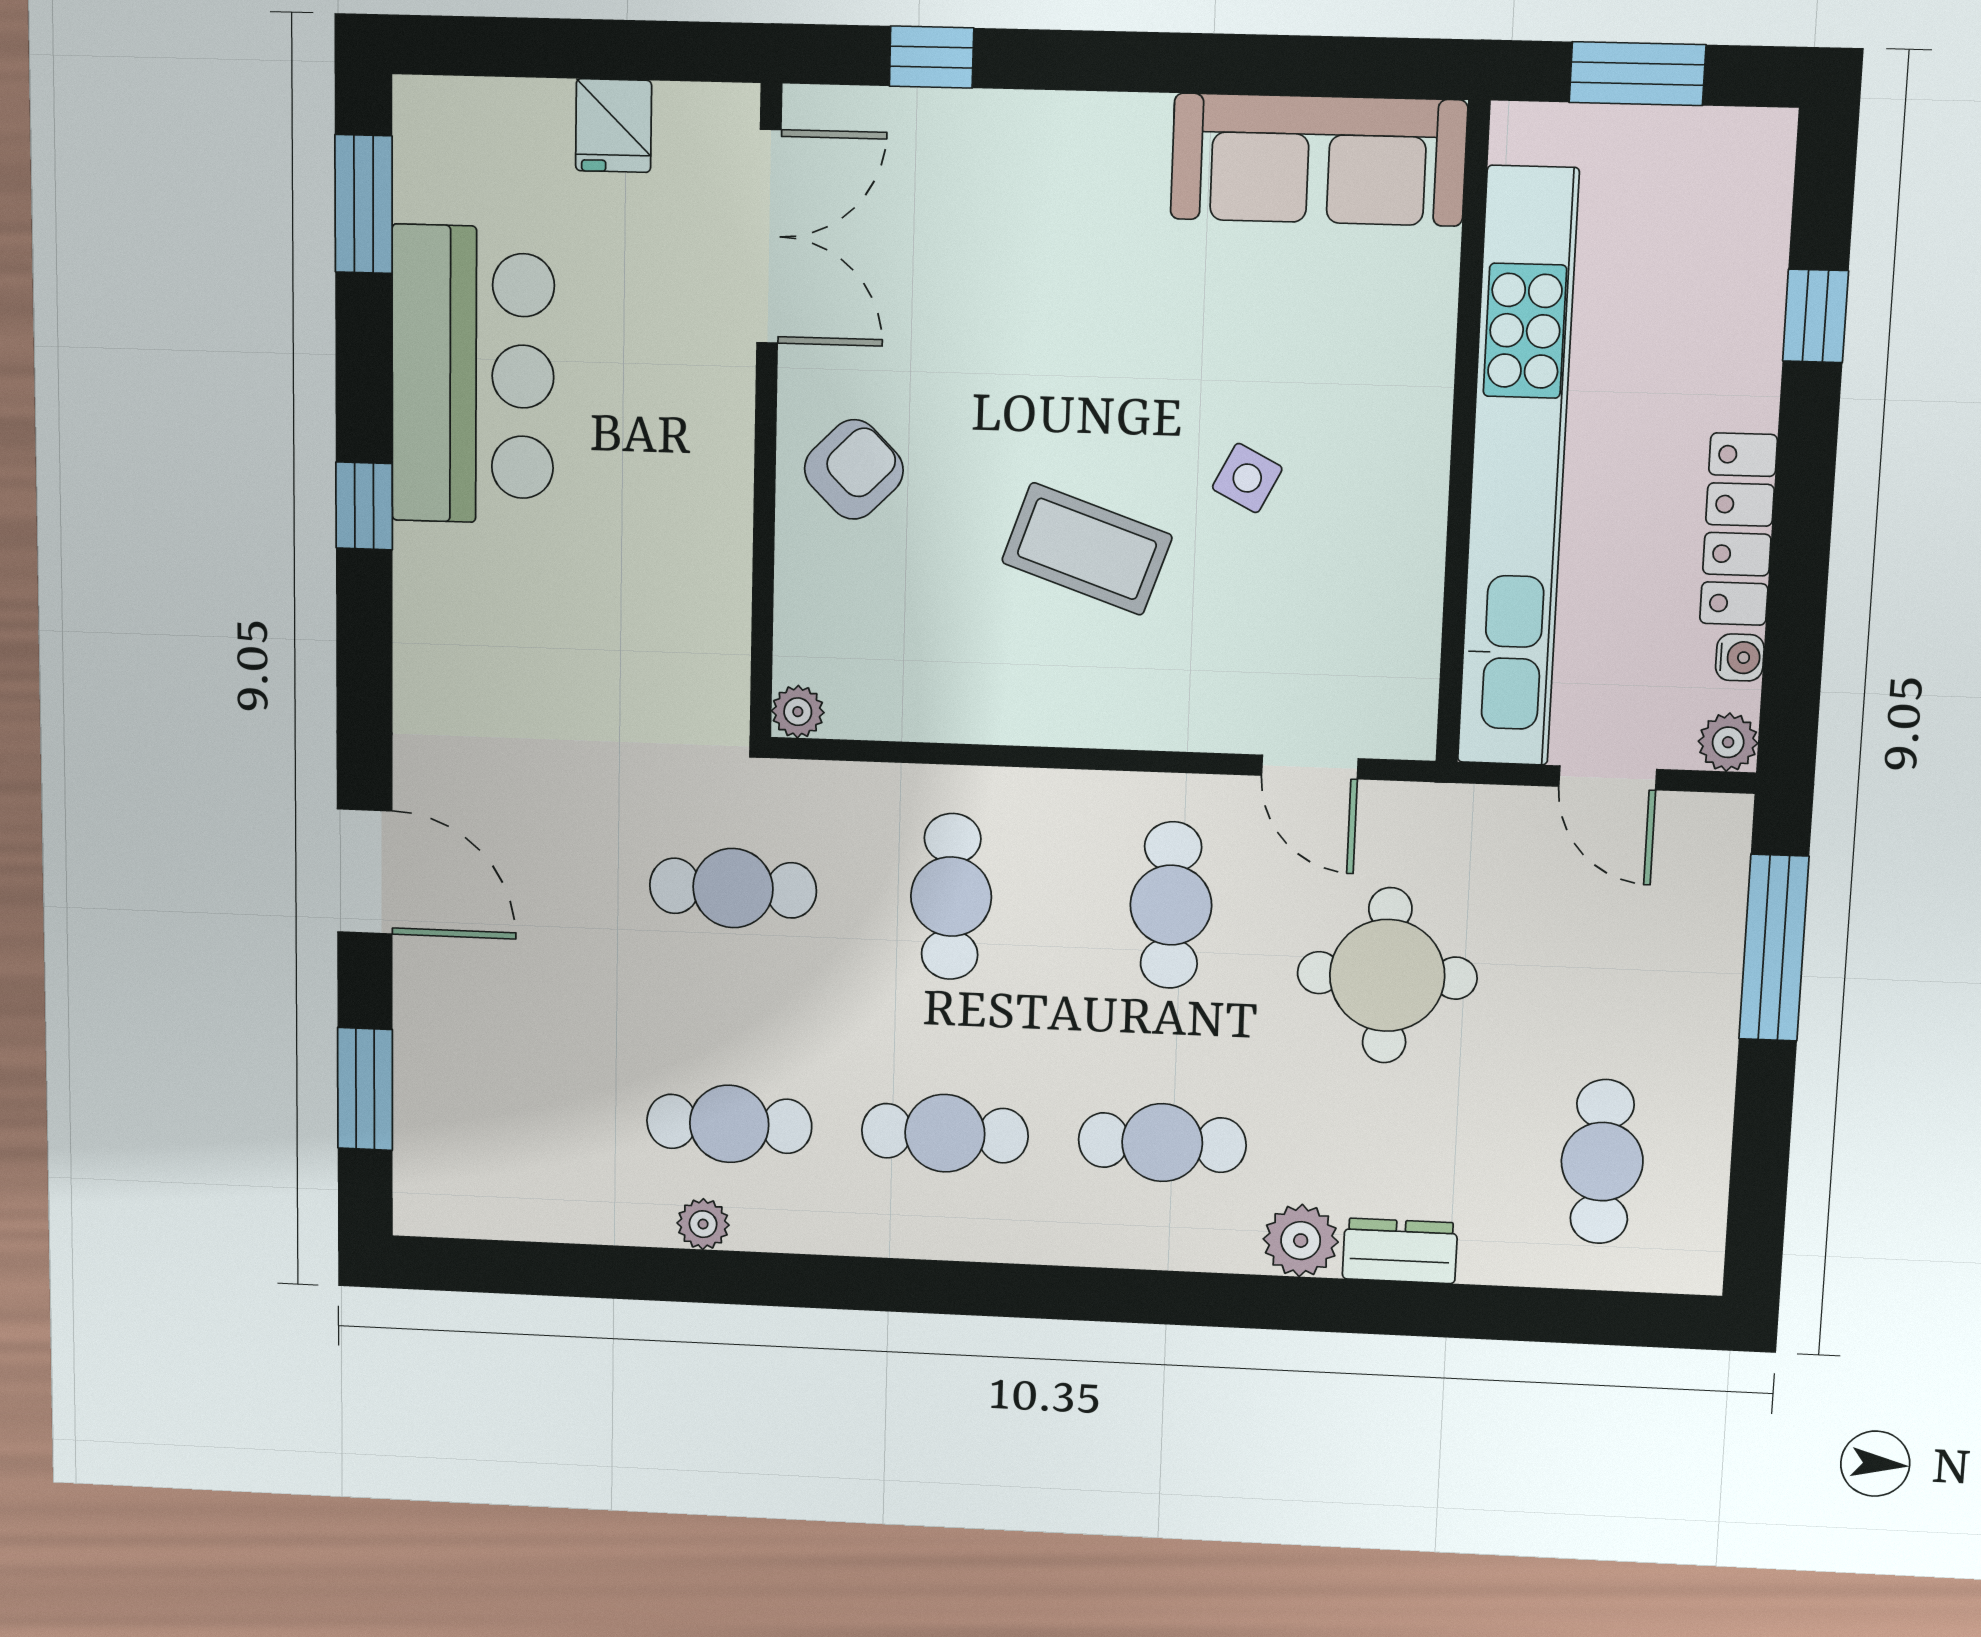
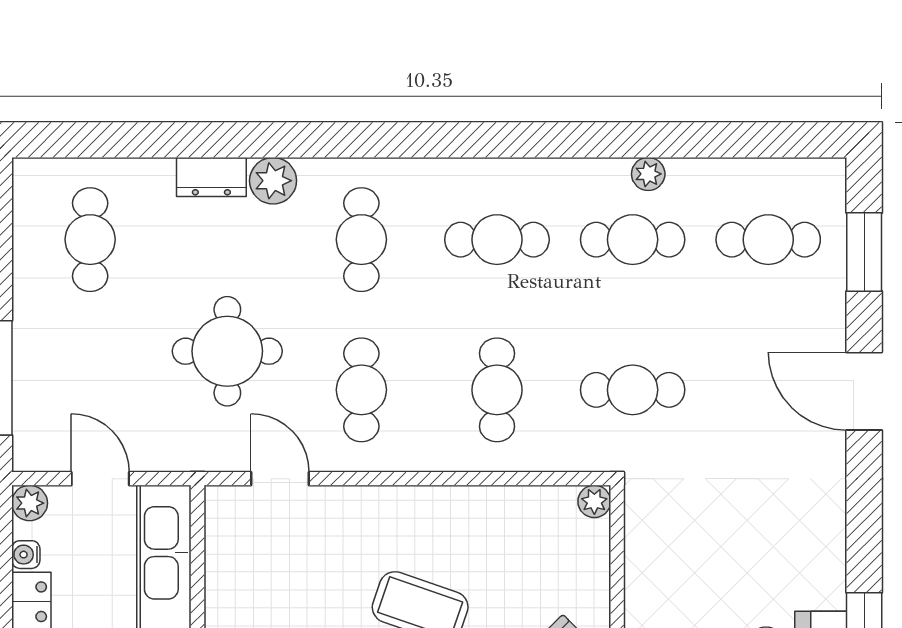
cafe table: (515, 1115) -> (768, 240), added
cafe table: (1162, 1143) -> (361, 240), turned 90

